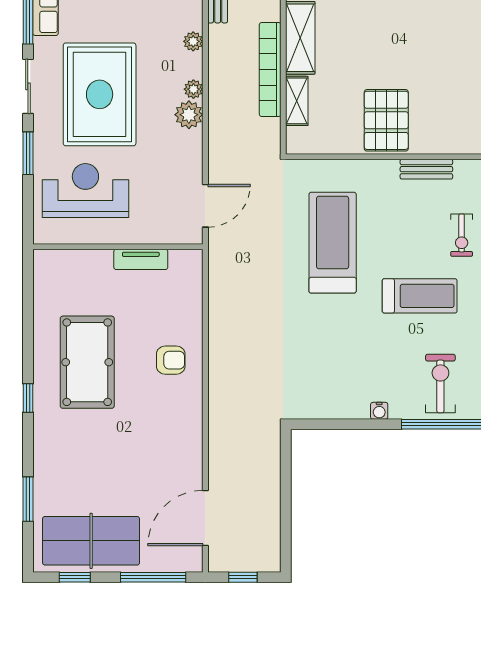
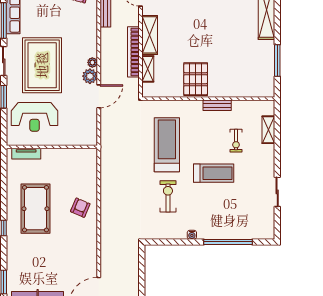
plant: (193, 41) -> (92, 37), removed
reception desk: (85, 191) -> (35, 117), turned 180
door: (205, 206) -> (99, 96), moved
tv unit: (141, 259) -> (26, 154), moved
armchair: (171, 360) -> (80, 208), turned -67
exercise bike: (440, 384) -> (168, 196), moved

